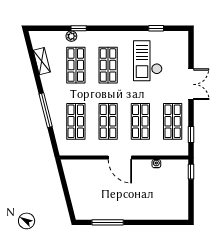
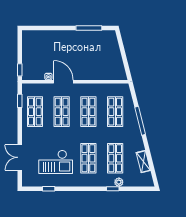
checkout: (148, 61) -> (56, 162), turned 90
double door: (191, 84) -> (20, 157), moved
door: (120, 157) -> (63, 82), moved

